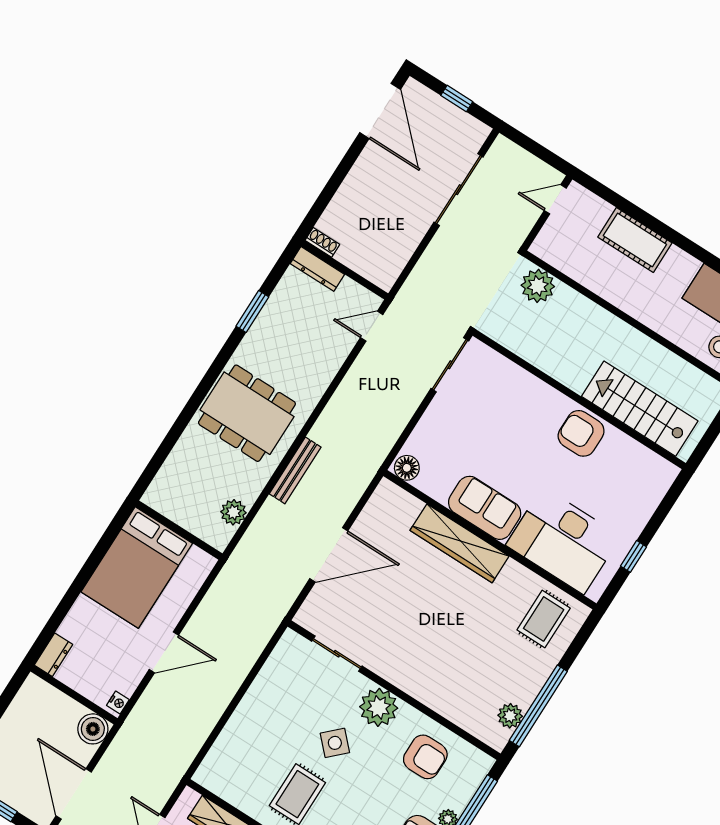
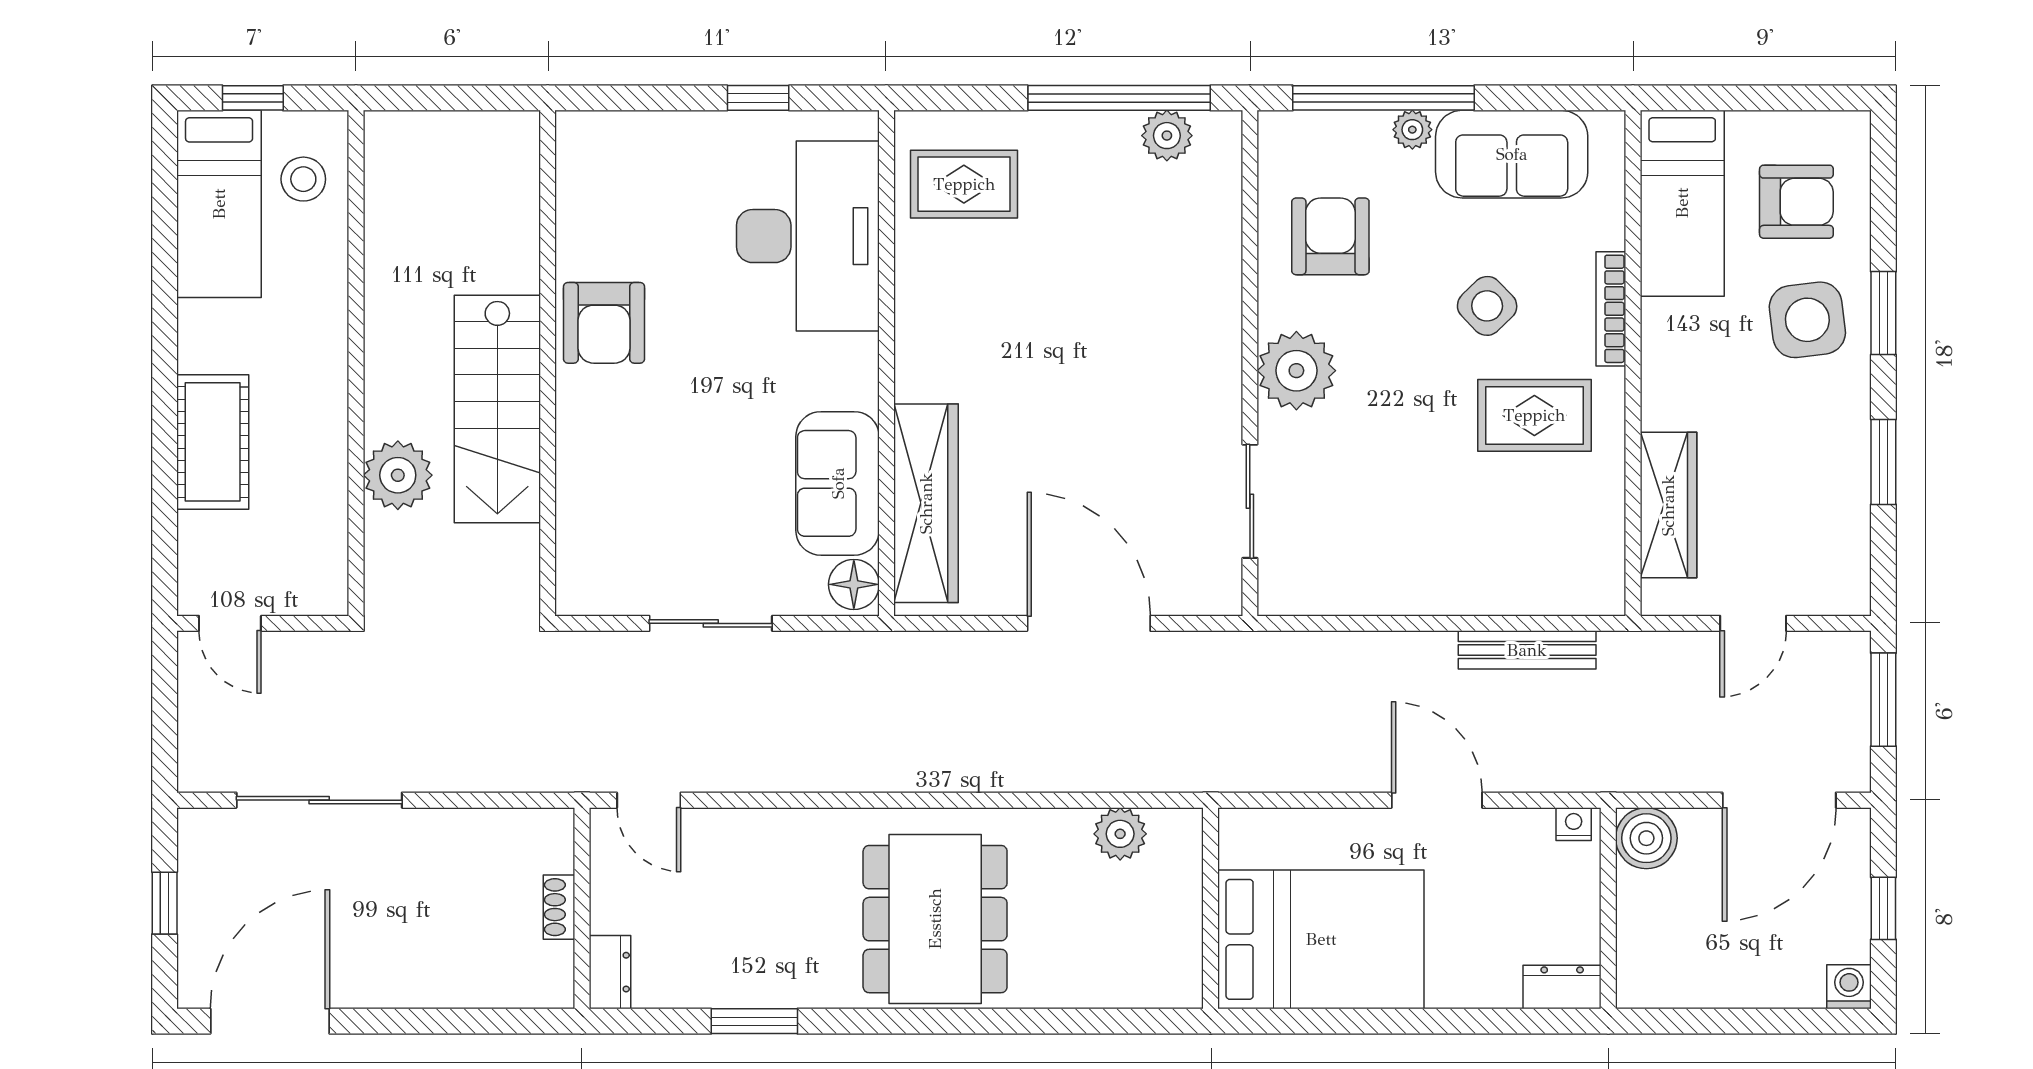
shoe rack: (322, 242) -> (559, 907), moved
dresser: (317, 269) -> (610, 972), width x0.70
plant: (538, 286) -> (398, 475), moved
sliding door: (450, 365) -> (711, 623), moved
stairs: (640, 409) -> (497, 409), moved
bench: (295, 470) -> (1527, 650), moved
sofa: (485, 508) -> (838, 483), moved
wardrobe: (460, 543) -> (926, 503), moved
side table: (335, 743) -> (1487, 306), moved

